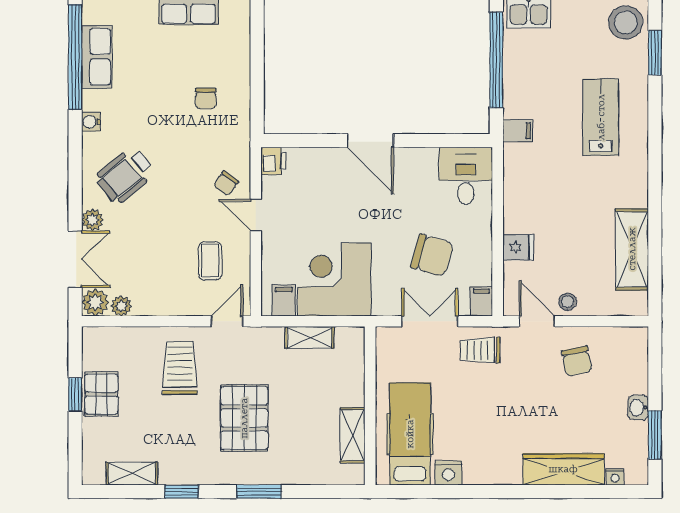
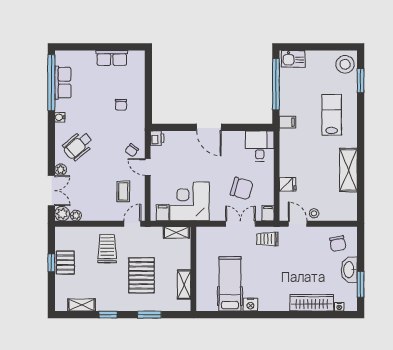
shelving: (632, 249) -> (348, 170), moved
chair: (577, 361) -> (338, 244), moved
wall: (370, 406) -> (193, 269), moved
washbasin: (638, 407) -> (349, 270), width x1.91, depth x1.45
shelving: (353, 435) -> (184, 285), moved

